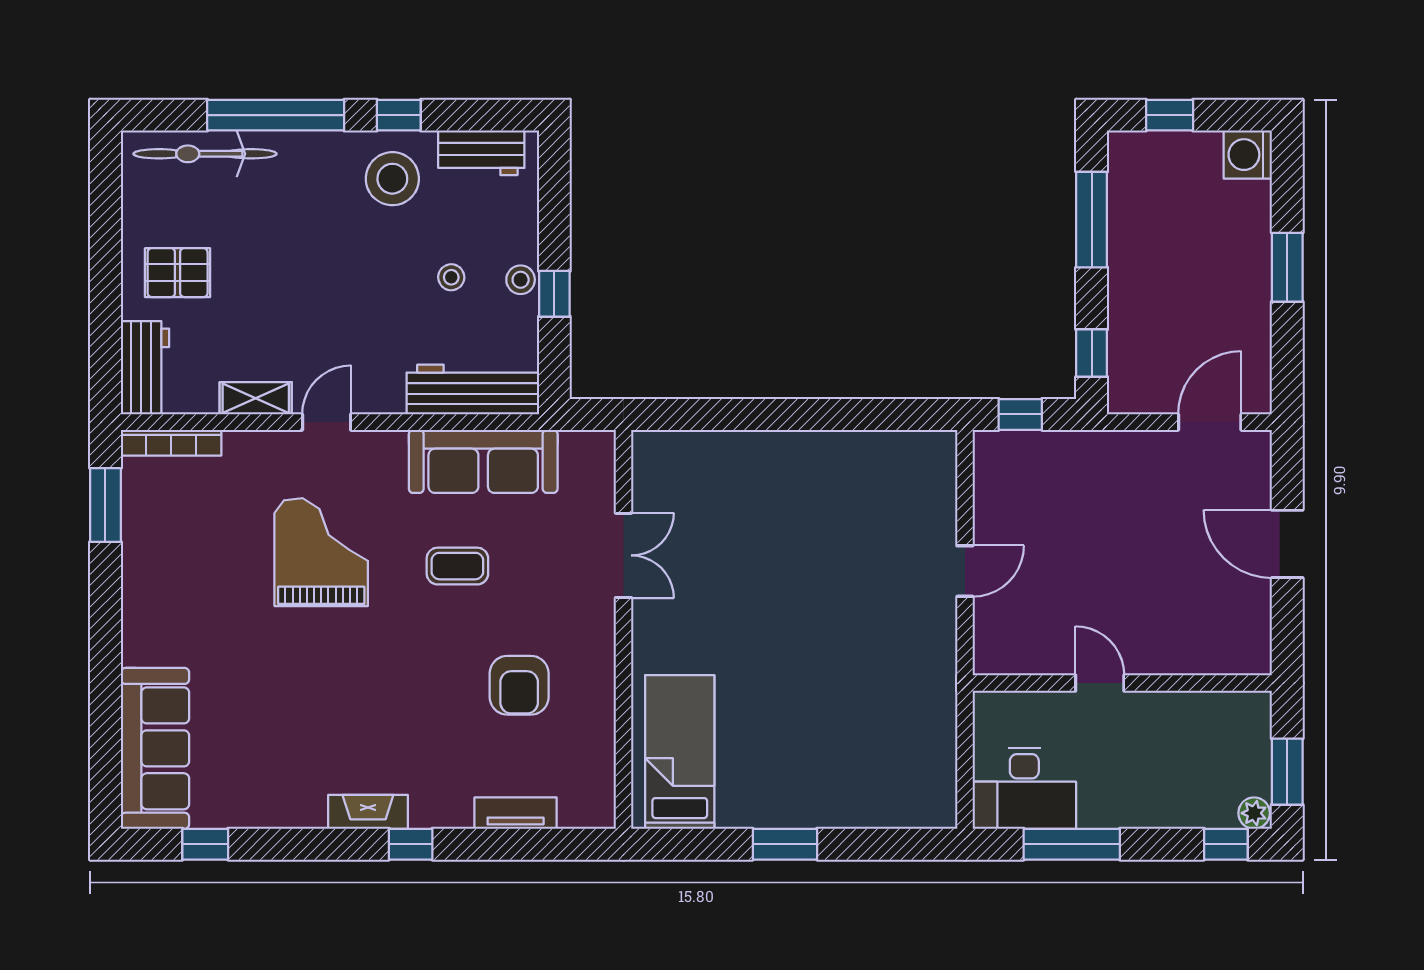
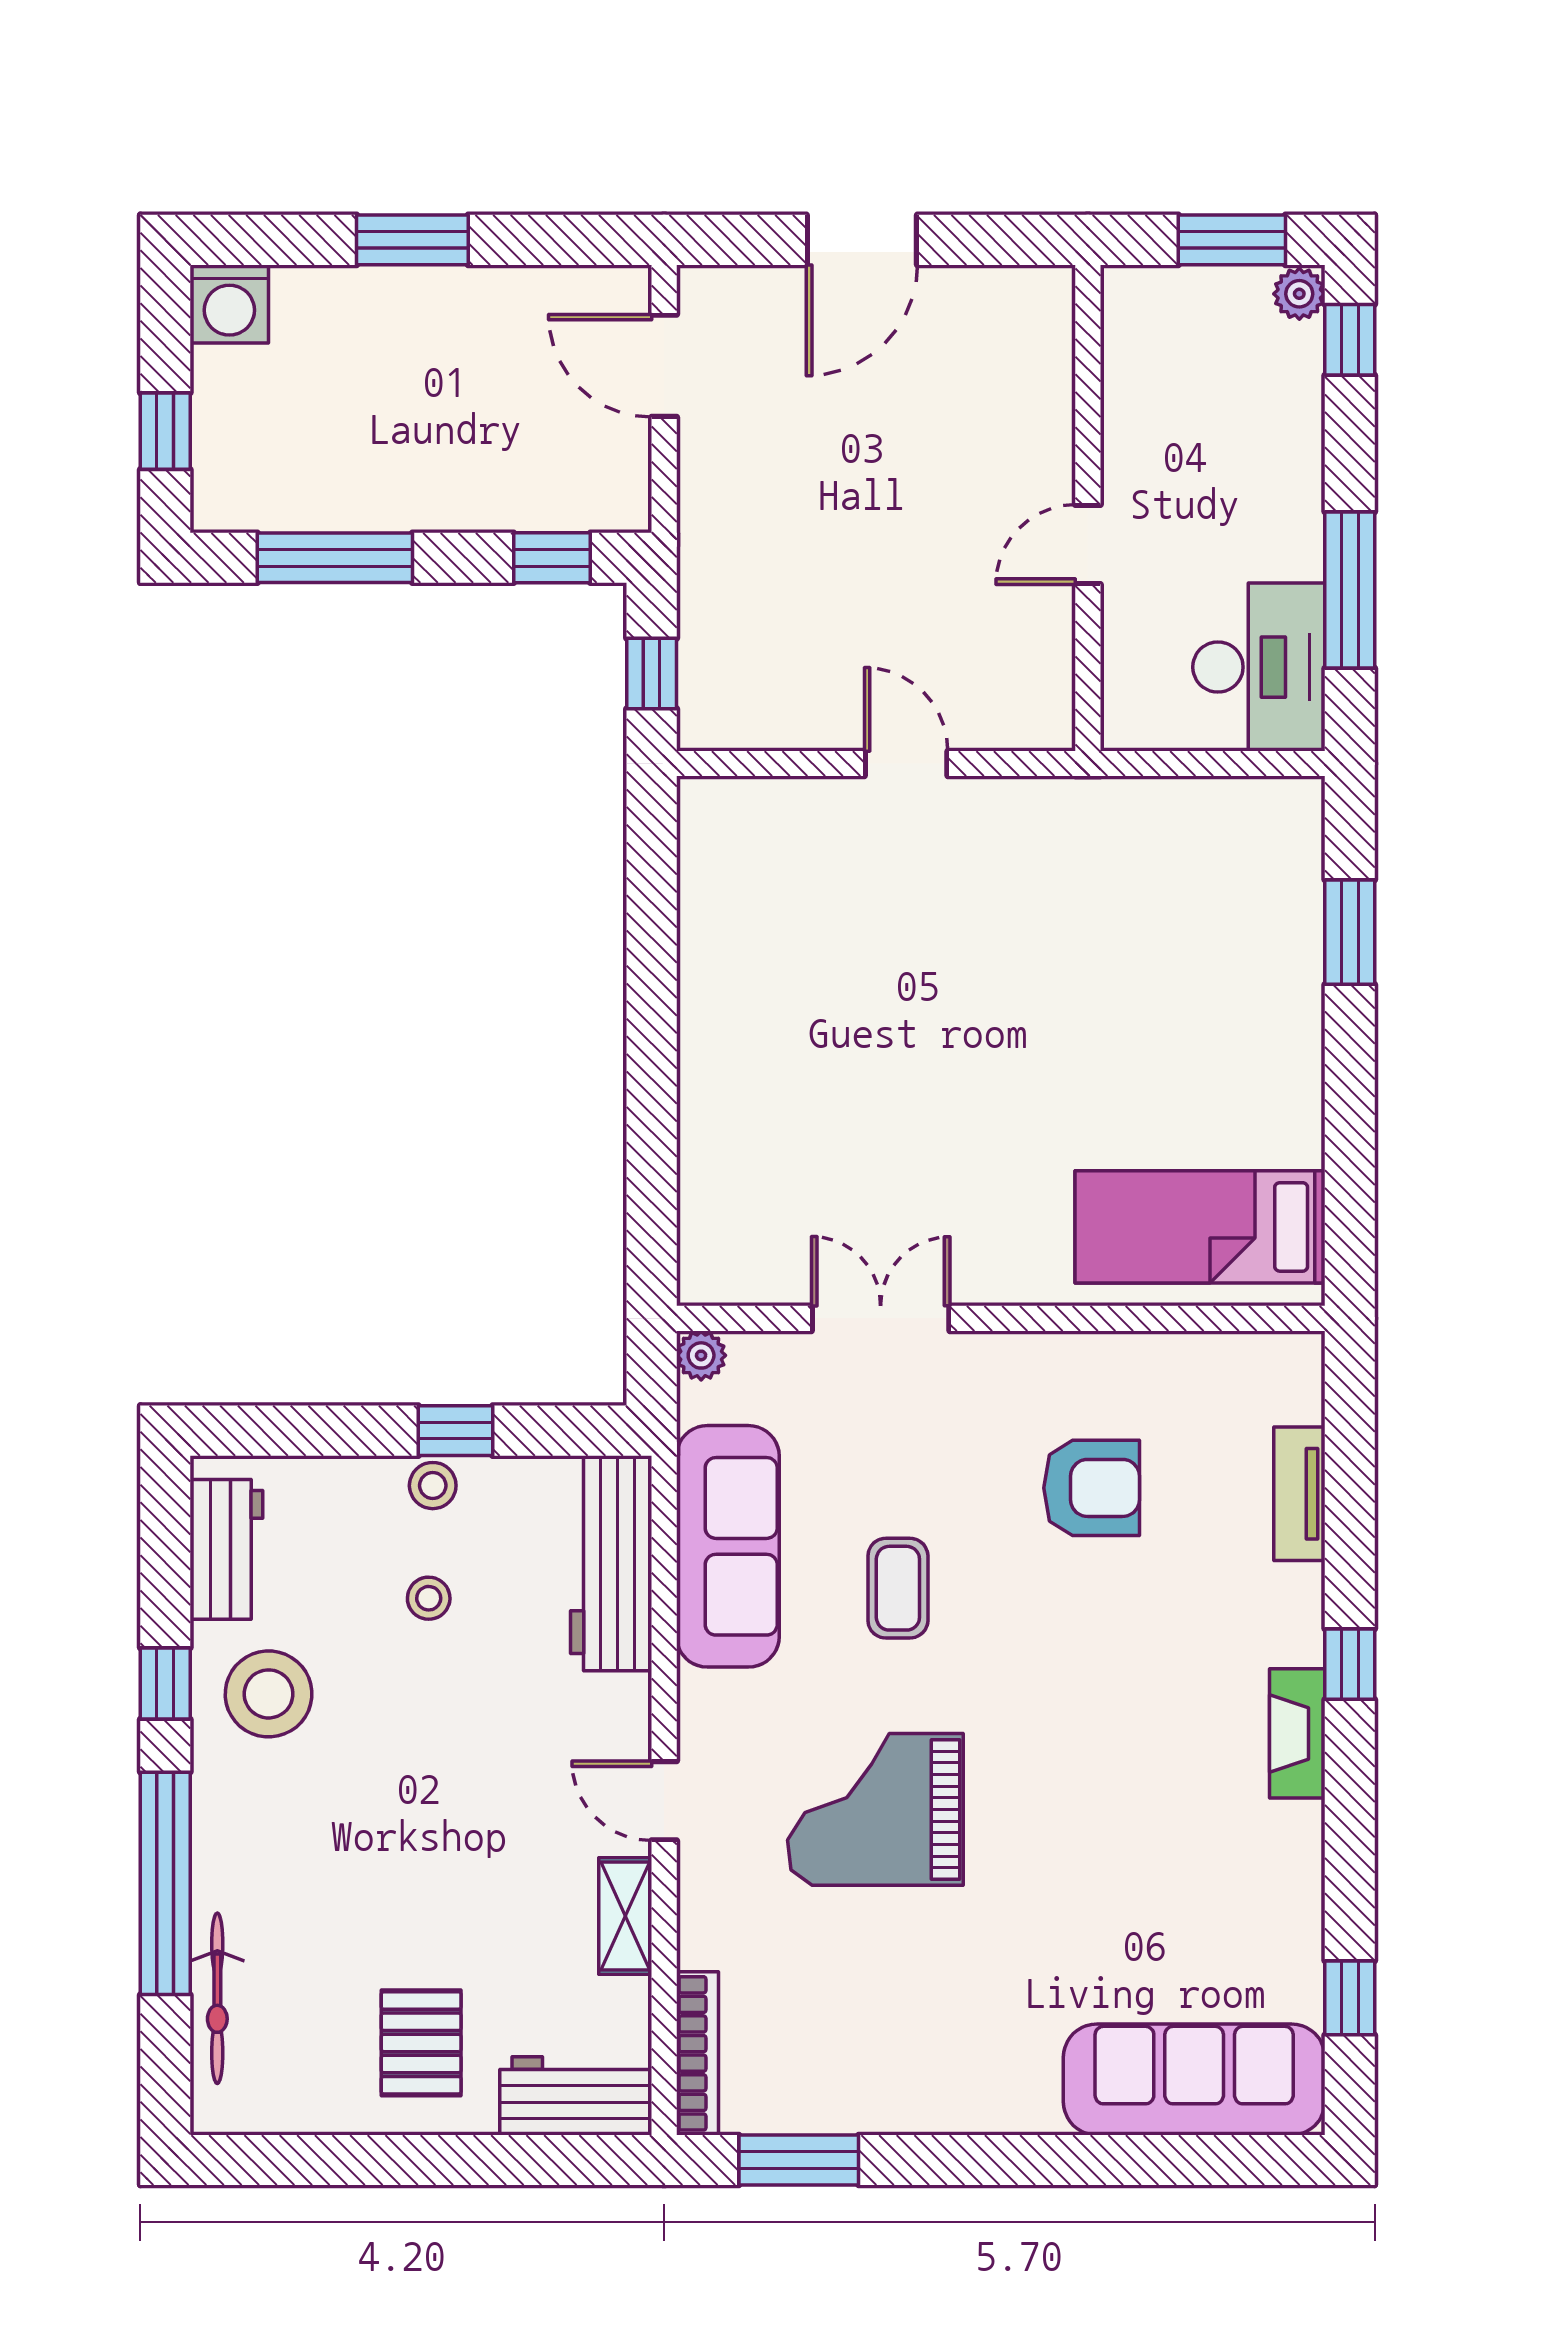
bicycle: (205, 154) -> (217, 1998), width x0.73, depth x0.71
plant: (601, 445) -> (701, 1355), added
window: (785, 844) -> (1350, 932), moved

